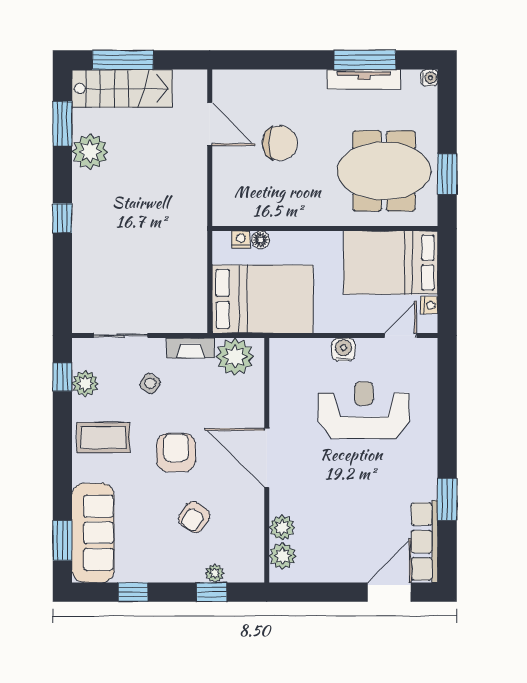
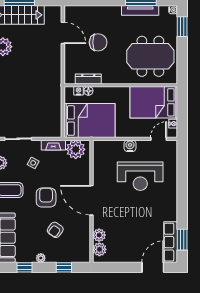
window: (447, 174) -> (182, 27), moved
dresser: (260, 216) -> (88, 79), added
reception desk: (364, 410) -> (140, 176), turned 180
window: (447, 499) -> (182, 240), moved
plant: (215, 573) -> (41, 258), moved

